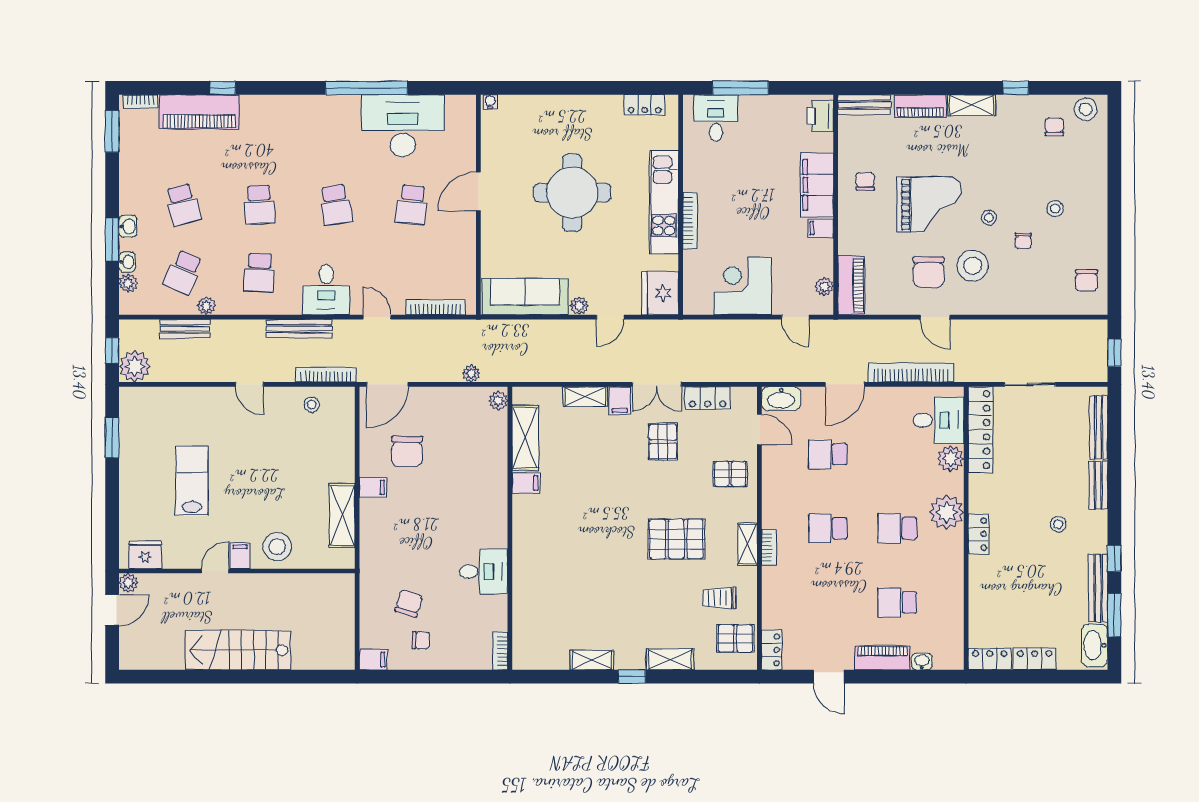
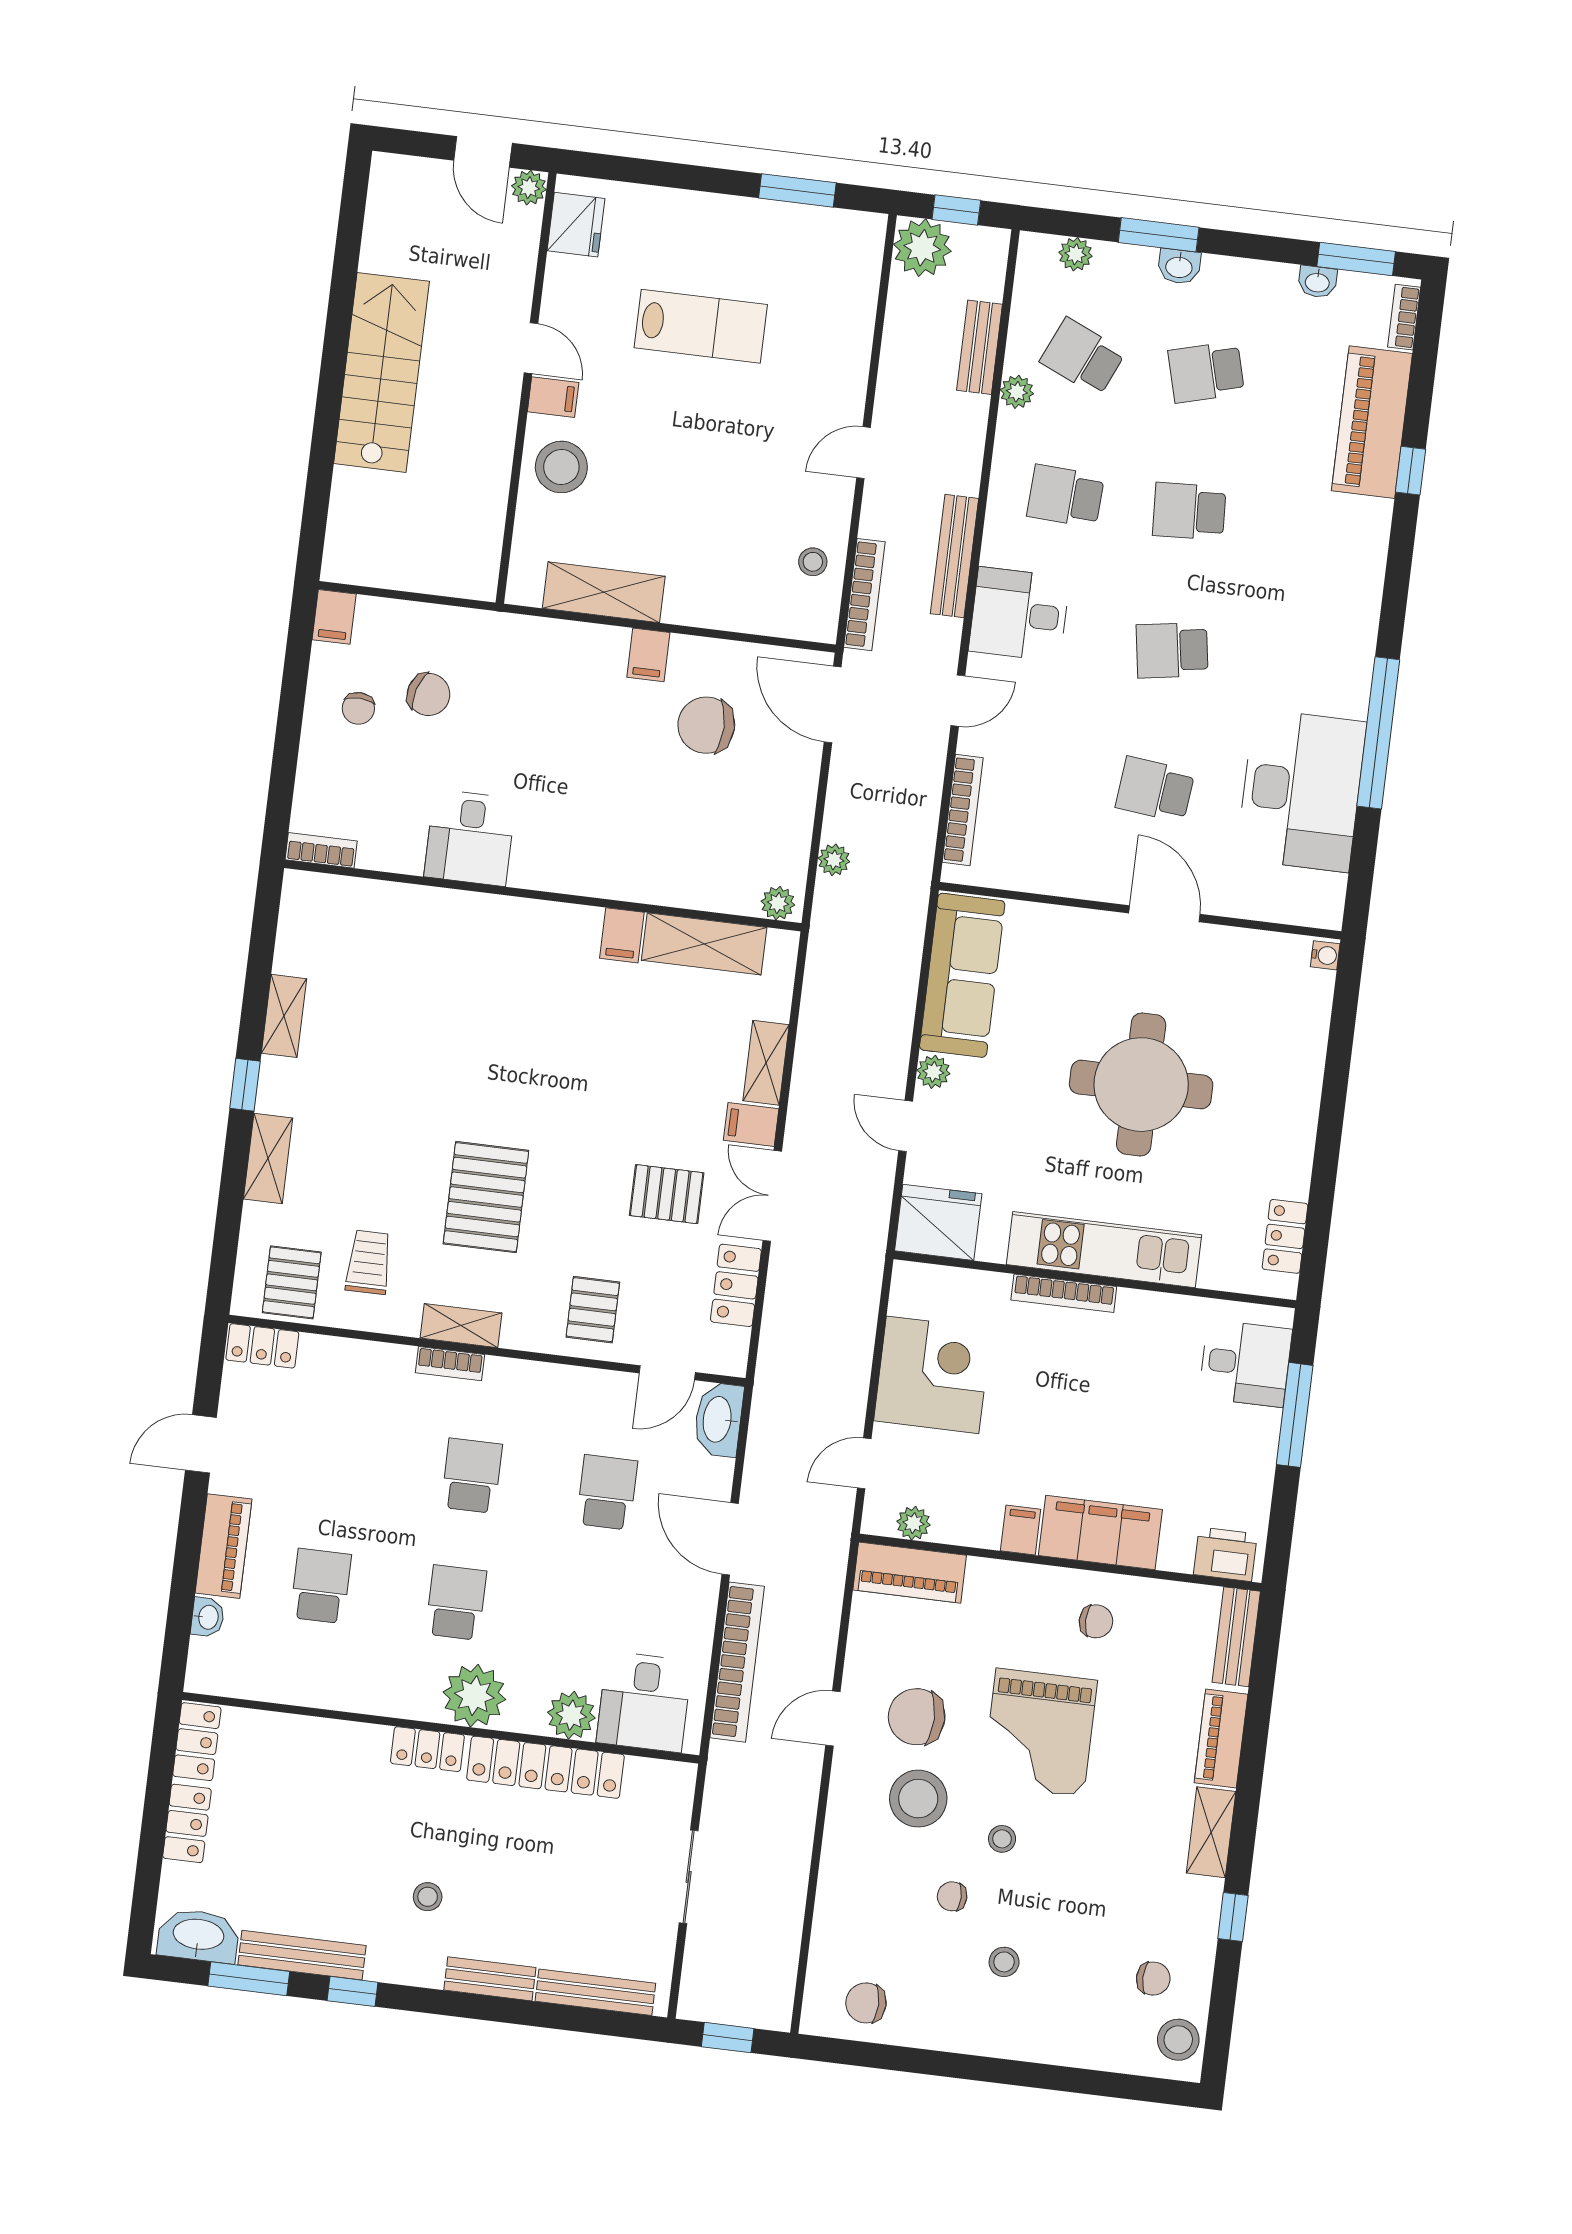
washbasin: (127, 262) -> (1317, 282), moved
locker: (980, 430) -> (545, 1767), moved

